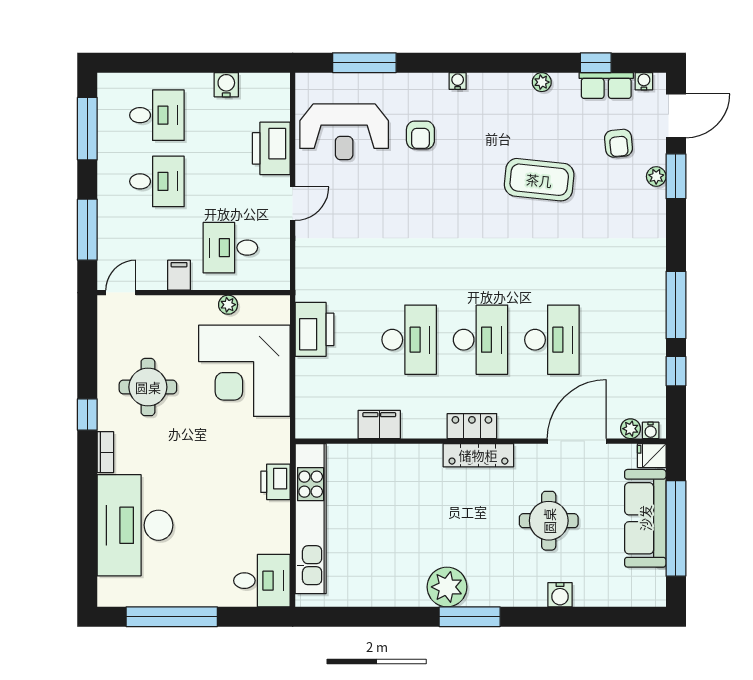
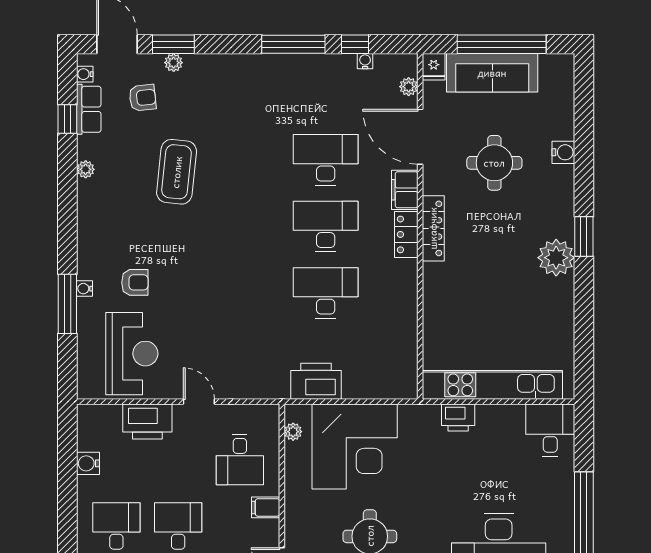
window: (364, 63) -> (67, 304), moved
water cooler: (458, 81) -> (85, 289), moved
plant: (228, 305) -> (293, 432), moved
filing cabinet: (379, 425) -> (405, 190), moved
water cooler: (651, 430) -> (365, 61), moved, turned -90
window: (470, 617) -> (584, 237), width x0.69

